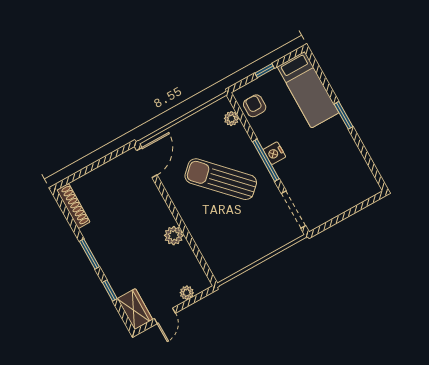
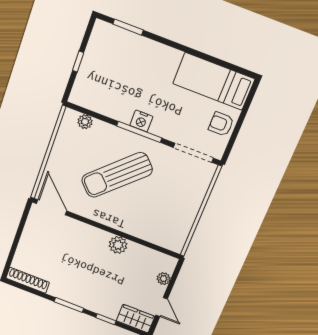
bed: (308, 90) -> (214, 81), moved, turned 180
armchair: (255, 106) -> (221, 124), moved
window: (343, 115) -> (128, 27), moved

